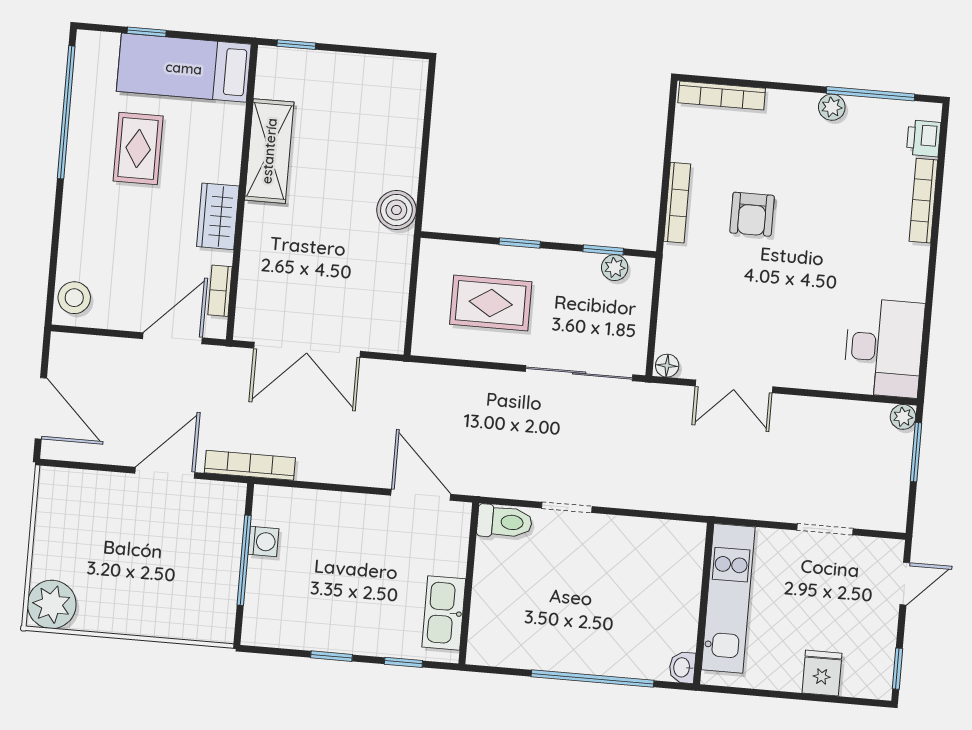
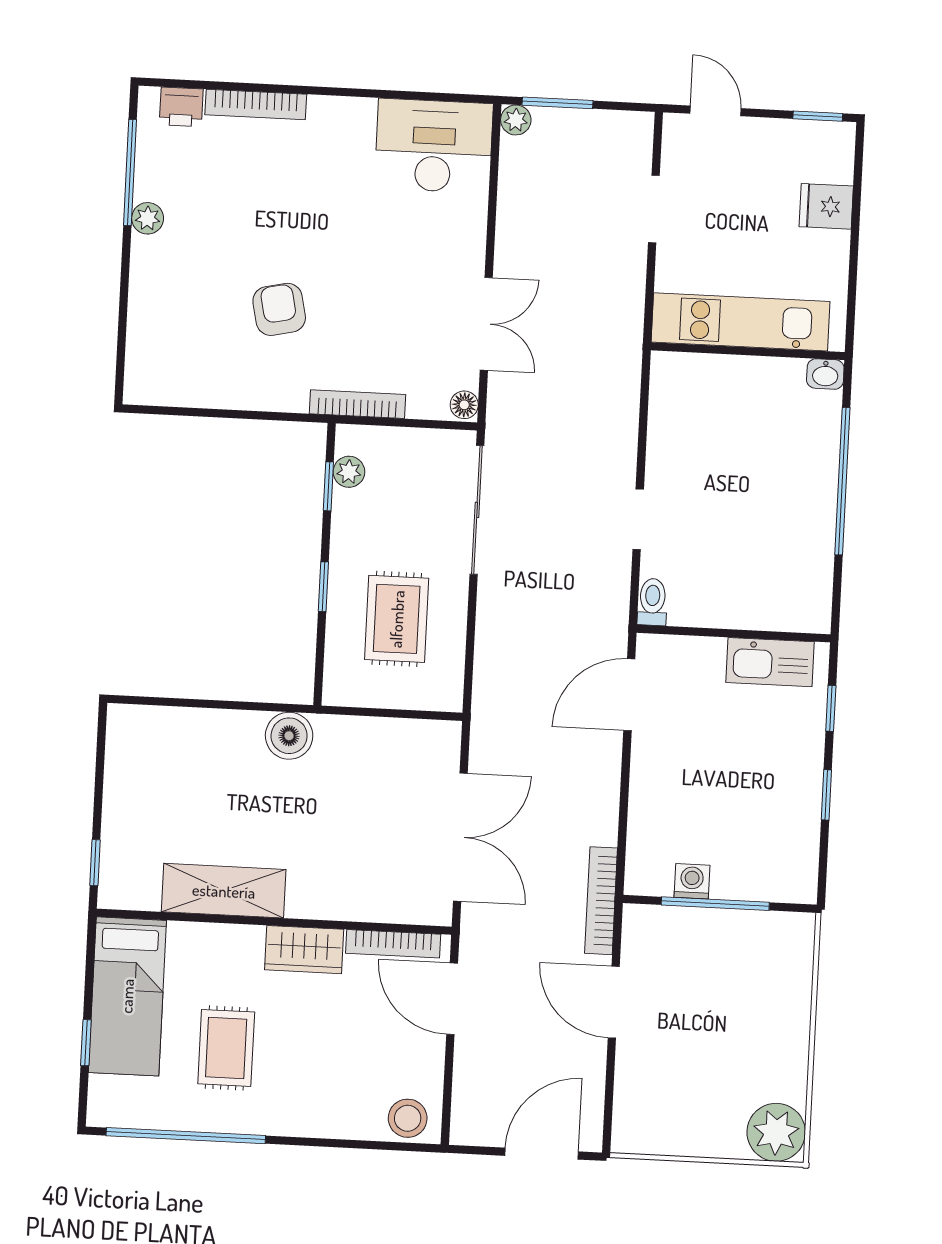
bookcase: (722, 95) -> (138, 351), removed
rug: (138, 149) -> (226, 1048), turned 90
bookcase: (677, 203) -> (357, 404), moved
armchair: (752, 214) -> (279, 309), turned -102
bookcase: (220, 291) -> (393, 944), width x1.56
toilet: (504, 522) -> (652, 602), width x0.73, depth x0.72

